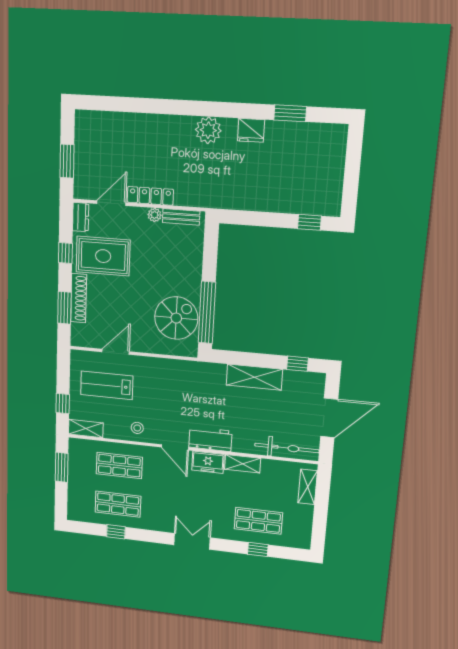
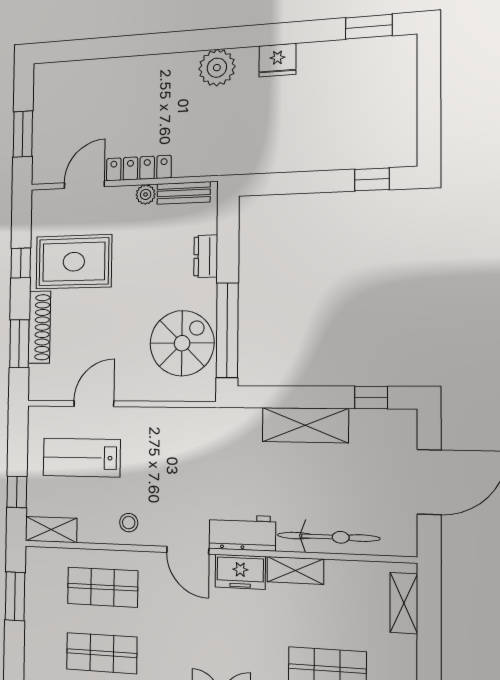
window: (290, 113) -> (369, 27), moved
dresser: (81, 217) -> (206, 256), moved, turned 180
bicycle: (287, 448) -> (328, 537), moved

